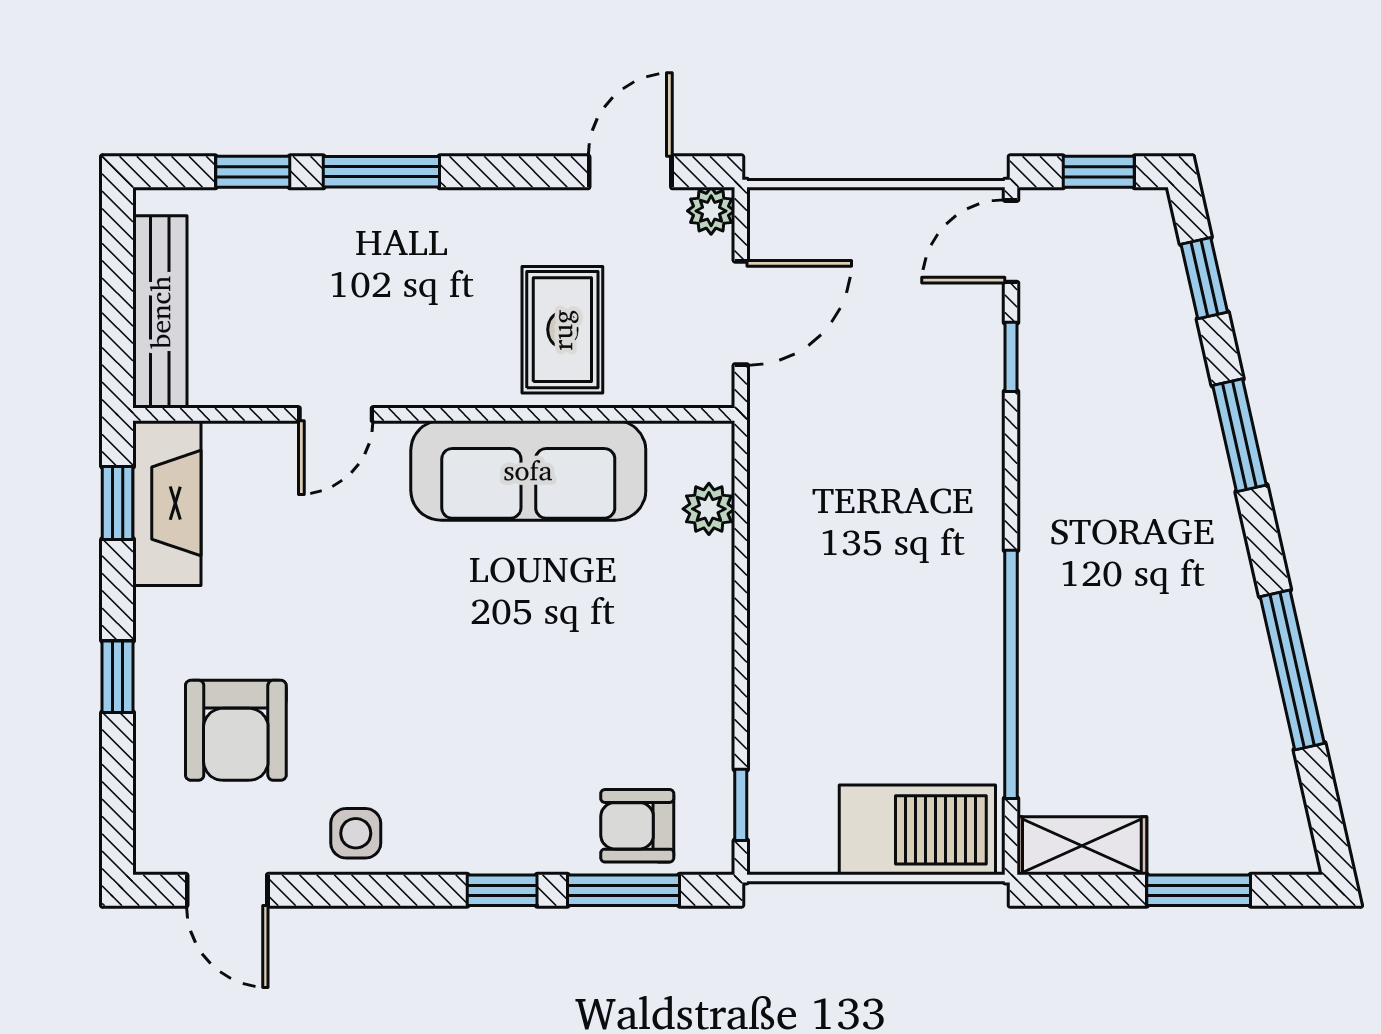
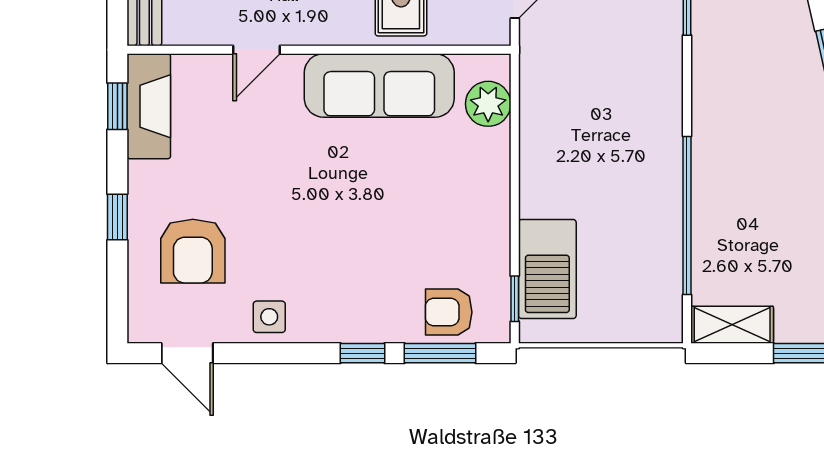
plant: (709, 509) -> (488, 104), width x1.38, depth x1.38
barbecue: (917, 830) -> (547, 269), moved, turned 90

